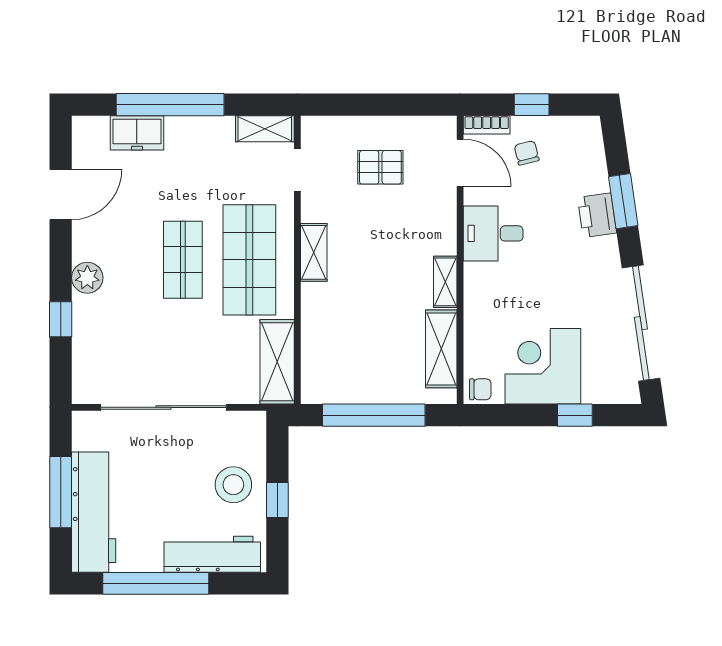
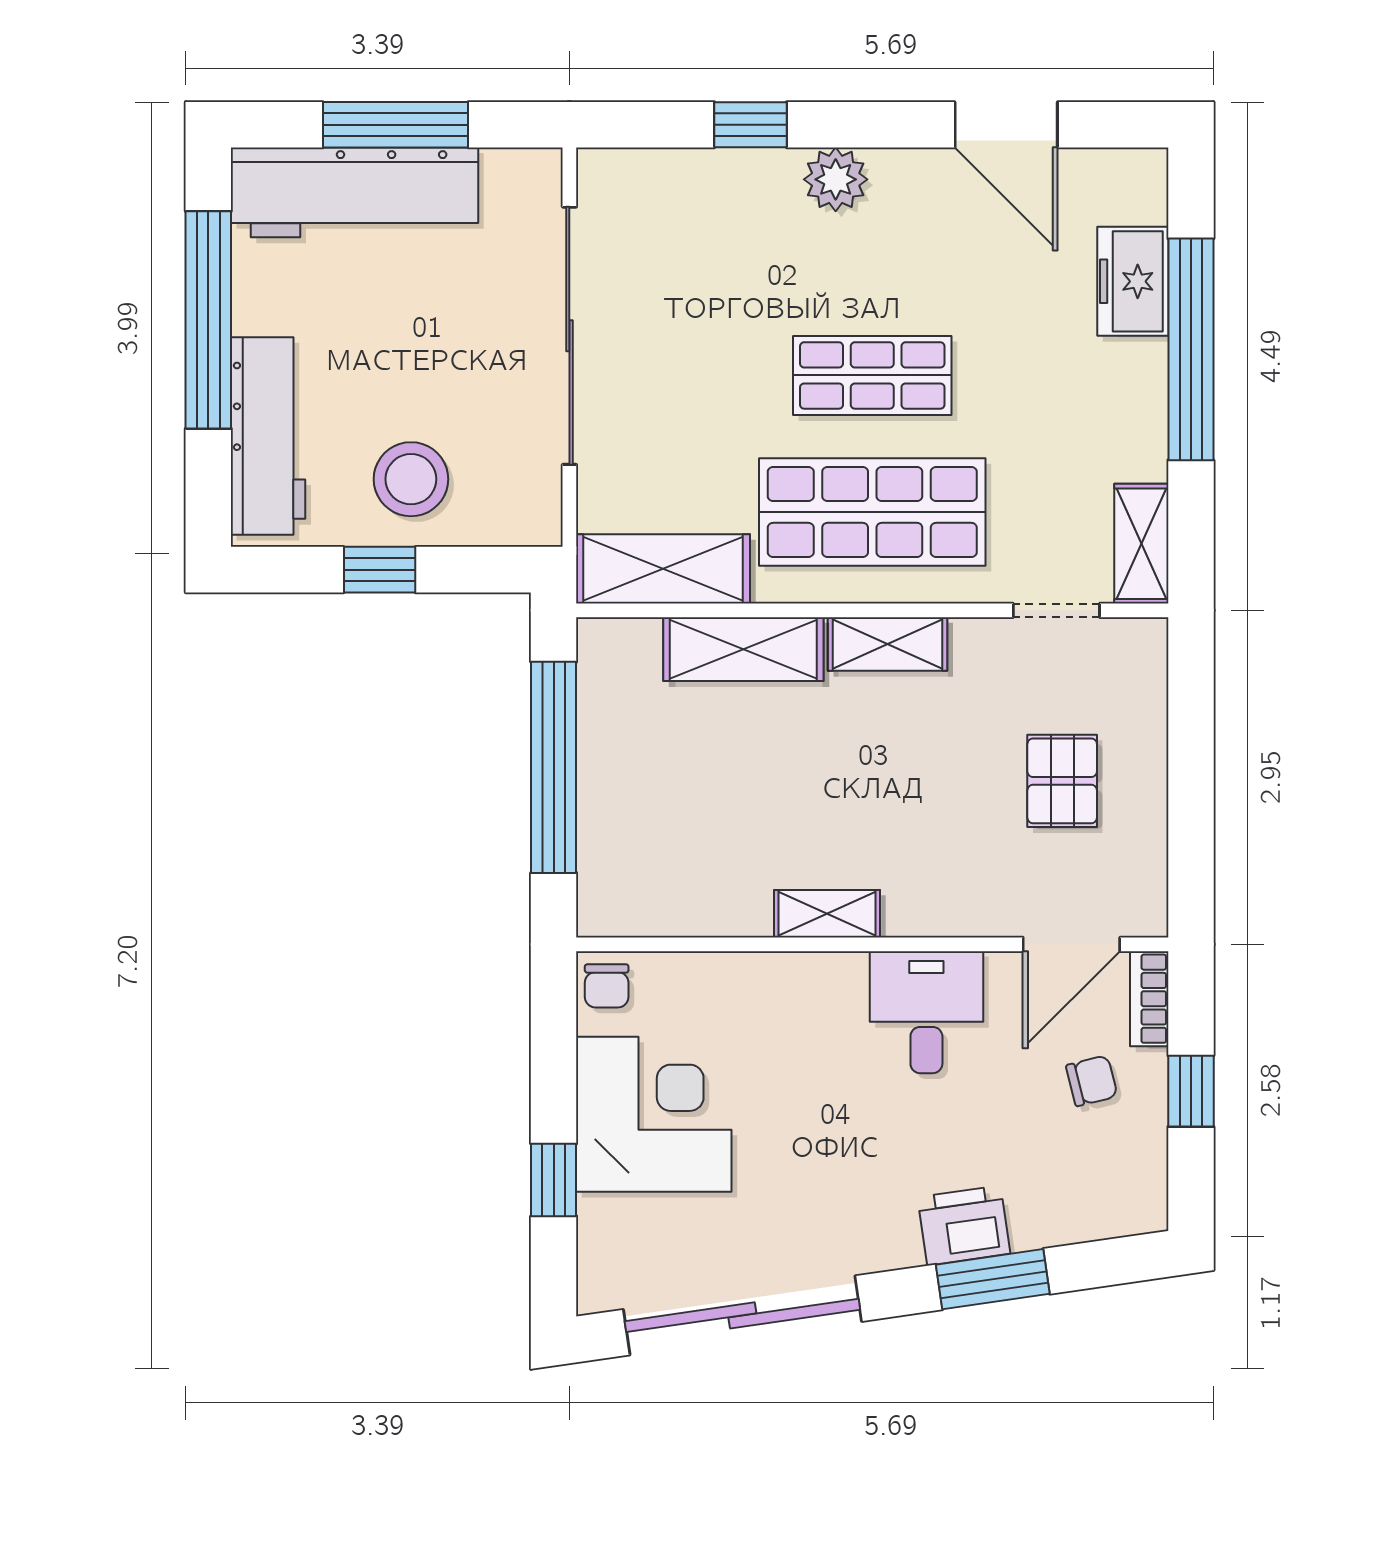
shelving: (441, 349) -> (743, 649), moved

